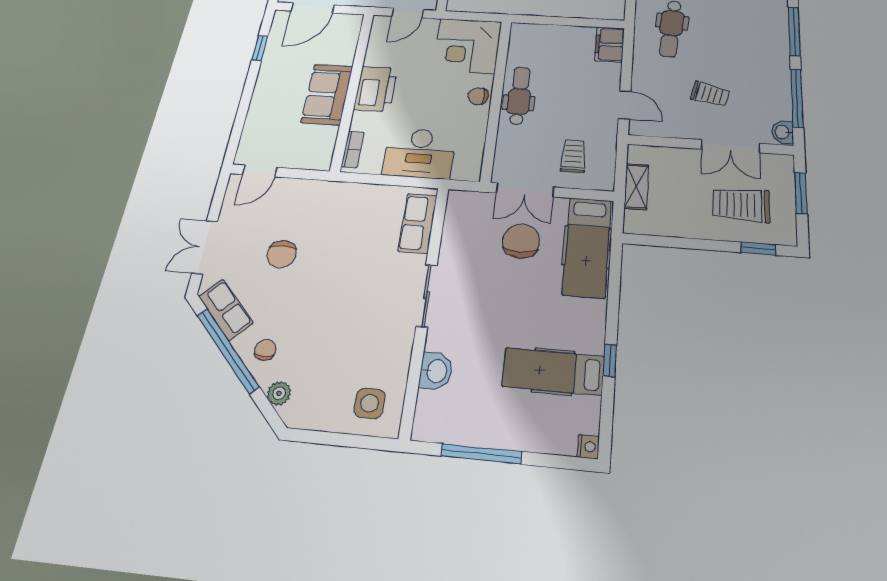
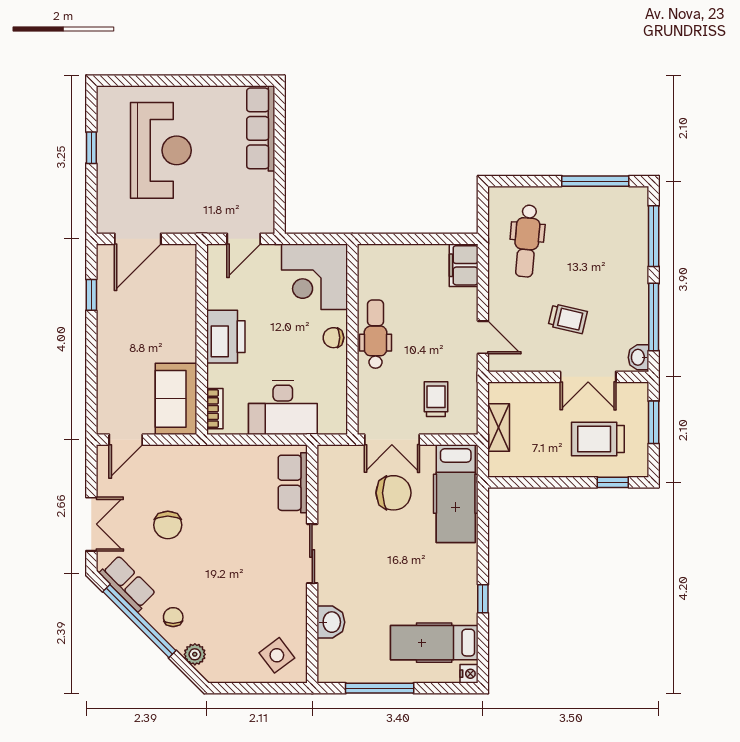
sofa: (327, 94) -> (176, 399), moved
chair: (521, 241) -> (393, 493), turned 90
double door: (205, 247) -> (91, 524), swing flipped
hospital bed: (553, 371) -> (434, 643), moved
side table: (370, 403) -> (277, 655), turned -37

